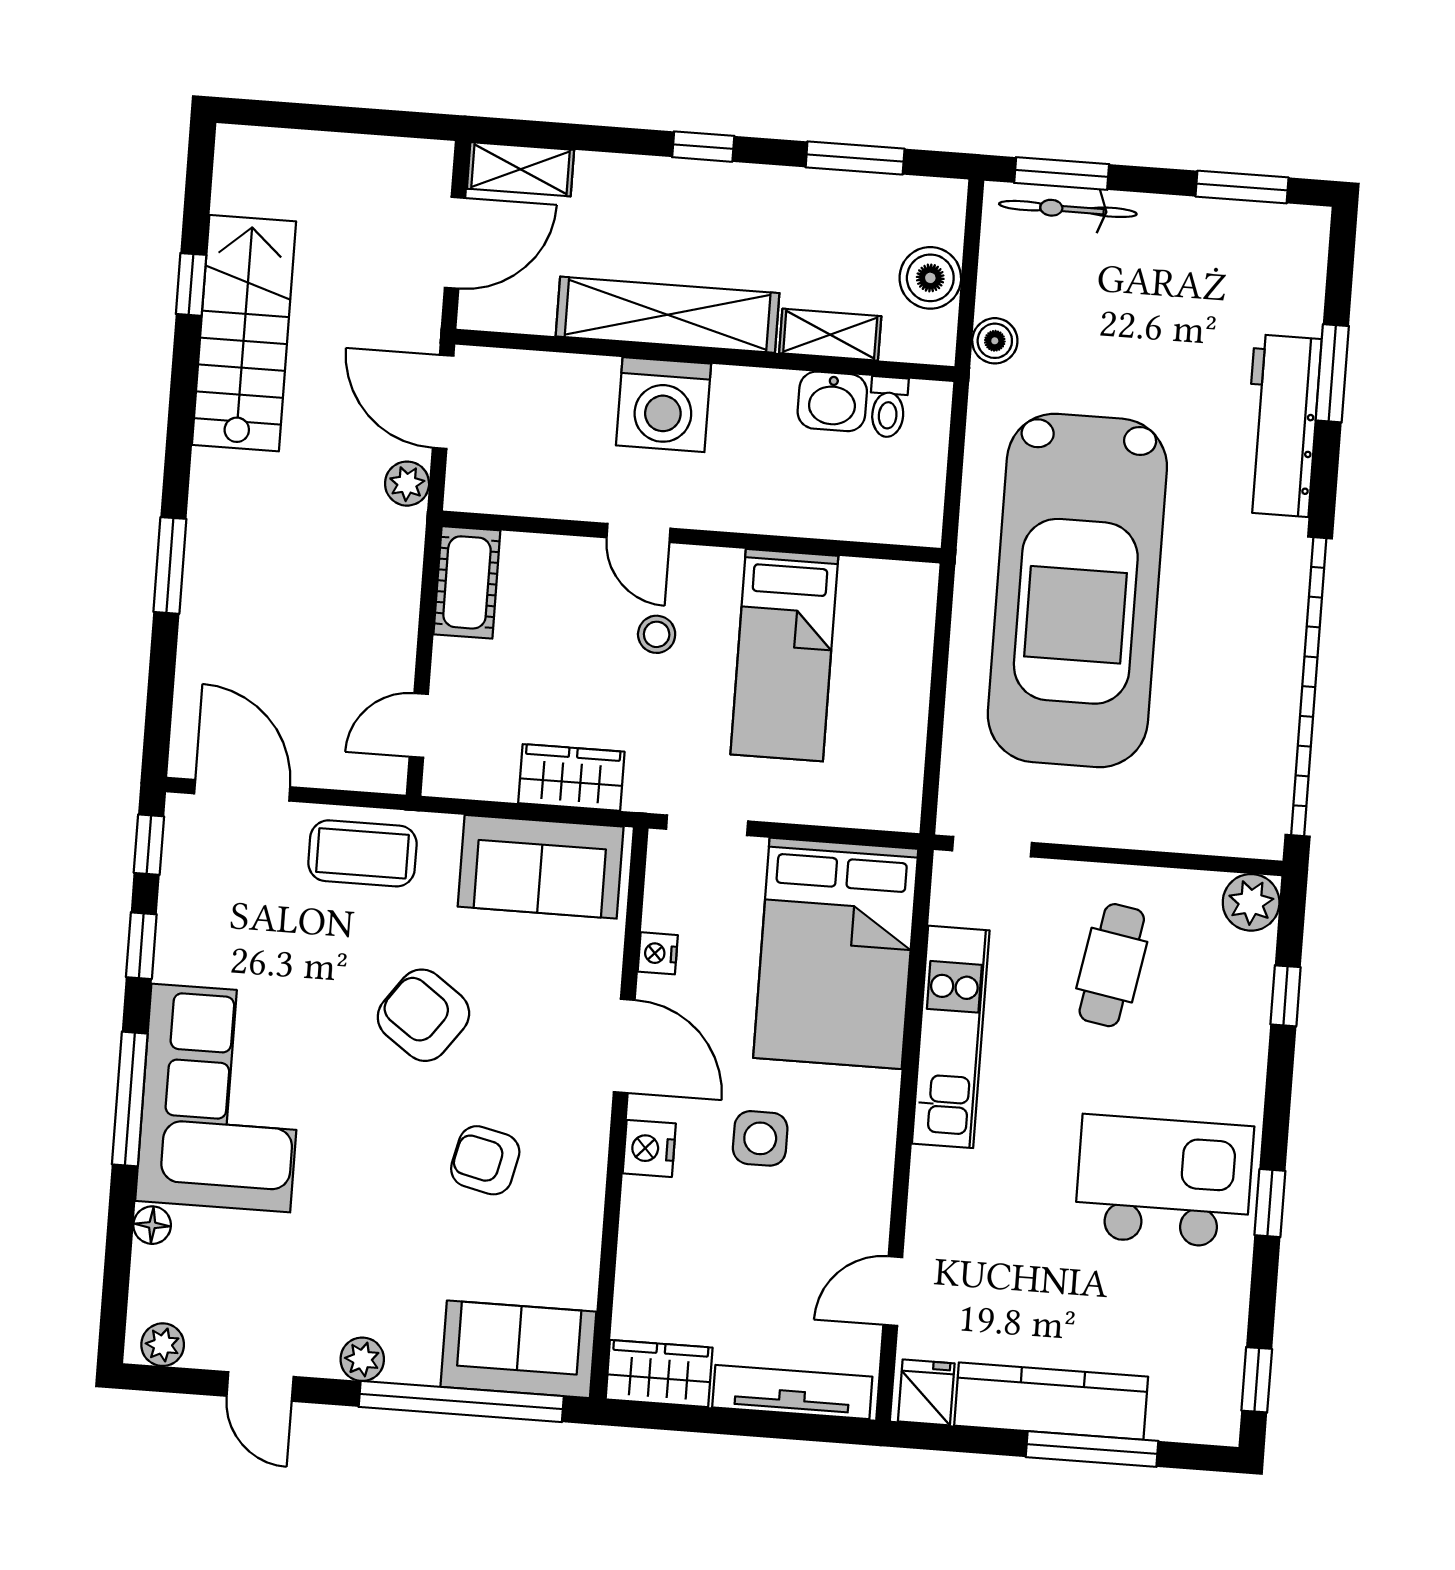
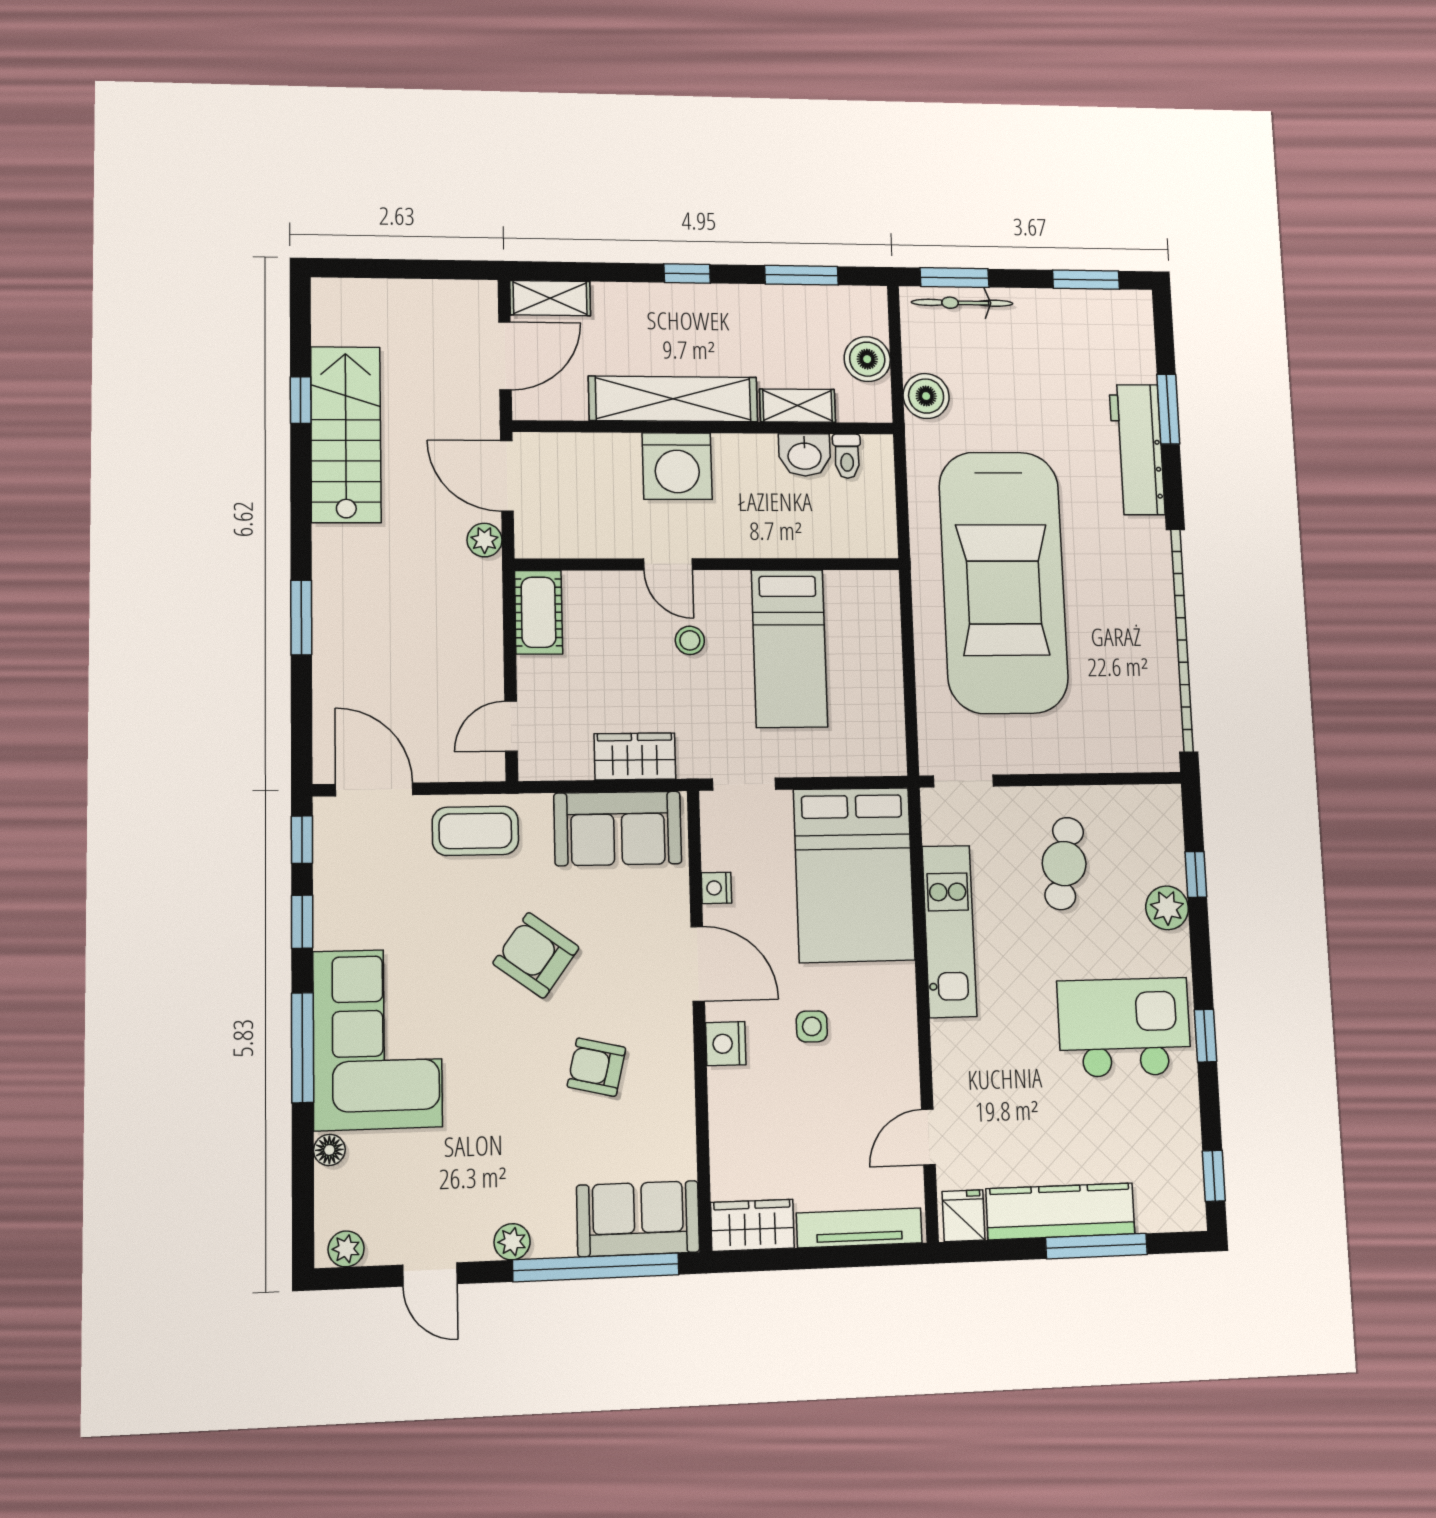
boiler: (995, 341) -> (926, 396), width x1.36, depth x1.36
plant: (1251, 902) -> (1167, 908), moved
side table: (760, 1138) -> (812, 1026), width x0.73, depth x0.73

